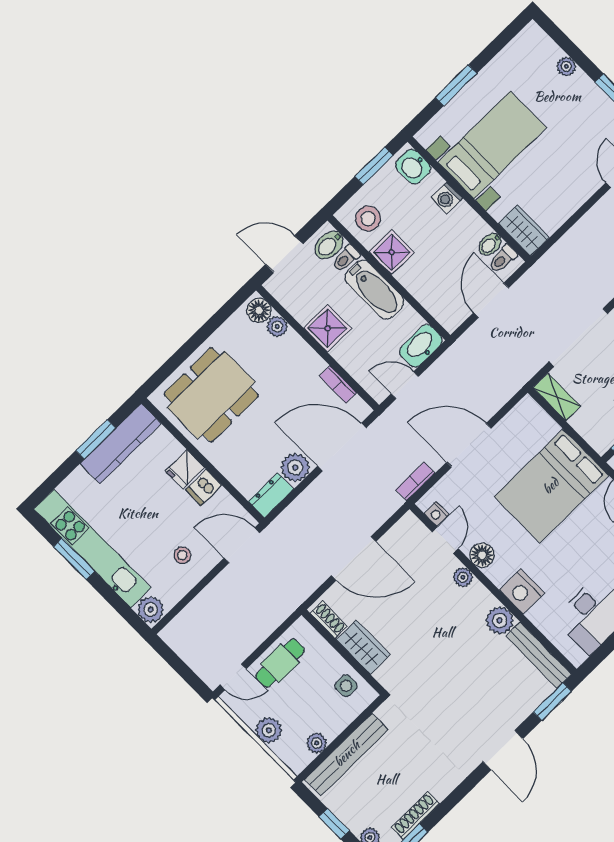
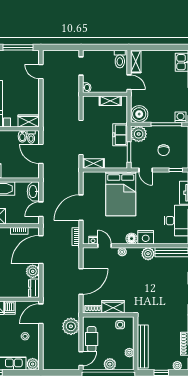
floor lamp: (482, 555) -> (132, 239), moved
plant: (268, 611) -> (71, 326), added

